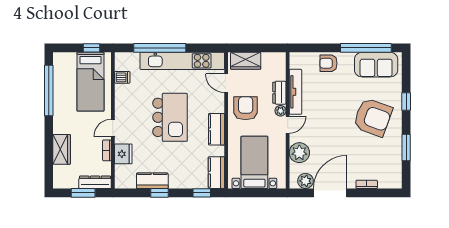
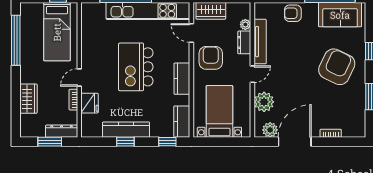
dishwasher: (122, 77) -> (88, 27), removed
plant: (281, 111) -> (245, 24), moved
kitchen island: (170, 117) -> (136, 67), turned 180
armchair: (373, 117) -> (337, 67), turned -85
kitchen counter: (152, 181) -> (126, 130), width x1.50

